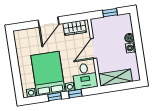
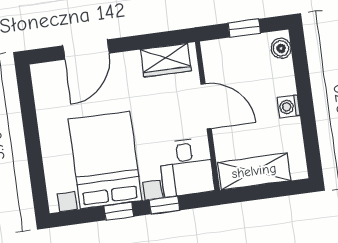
door: (48, 22) -> (86, 49), moved
boiler: (129, 38) -> (281, 48), moved
door: (93, 48) -> (206, 106), swing flipped

